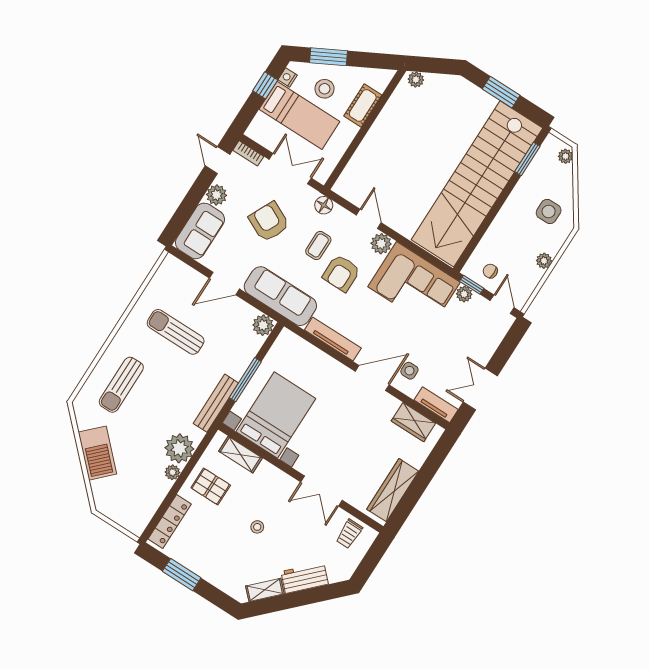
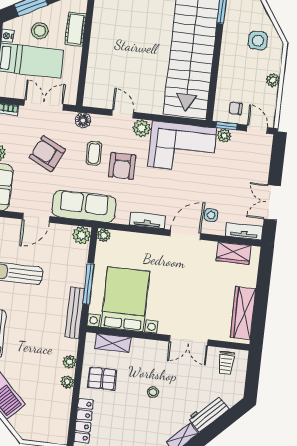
plant: (286, 337) -> (104, 235), added
tv unit: (333, 339) -> (147, 220), width x0.71
plant: (179, 448) -> (69, 362), width x0.53, depth x0.53

